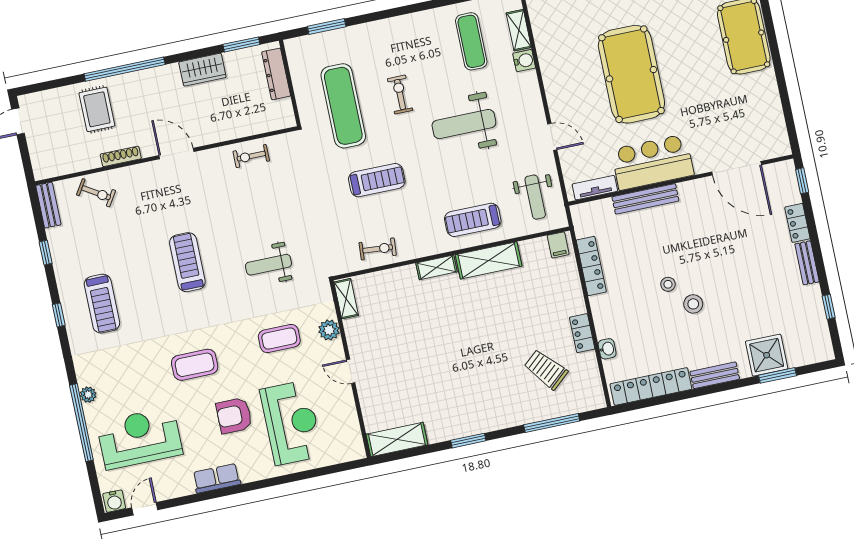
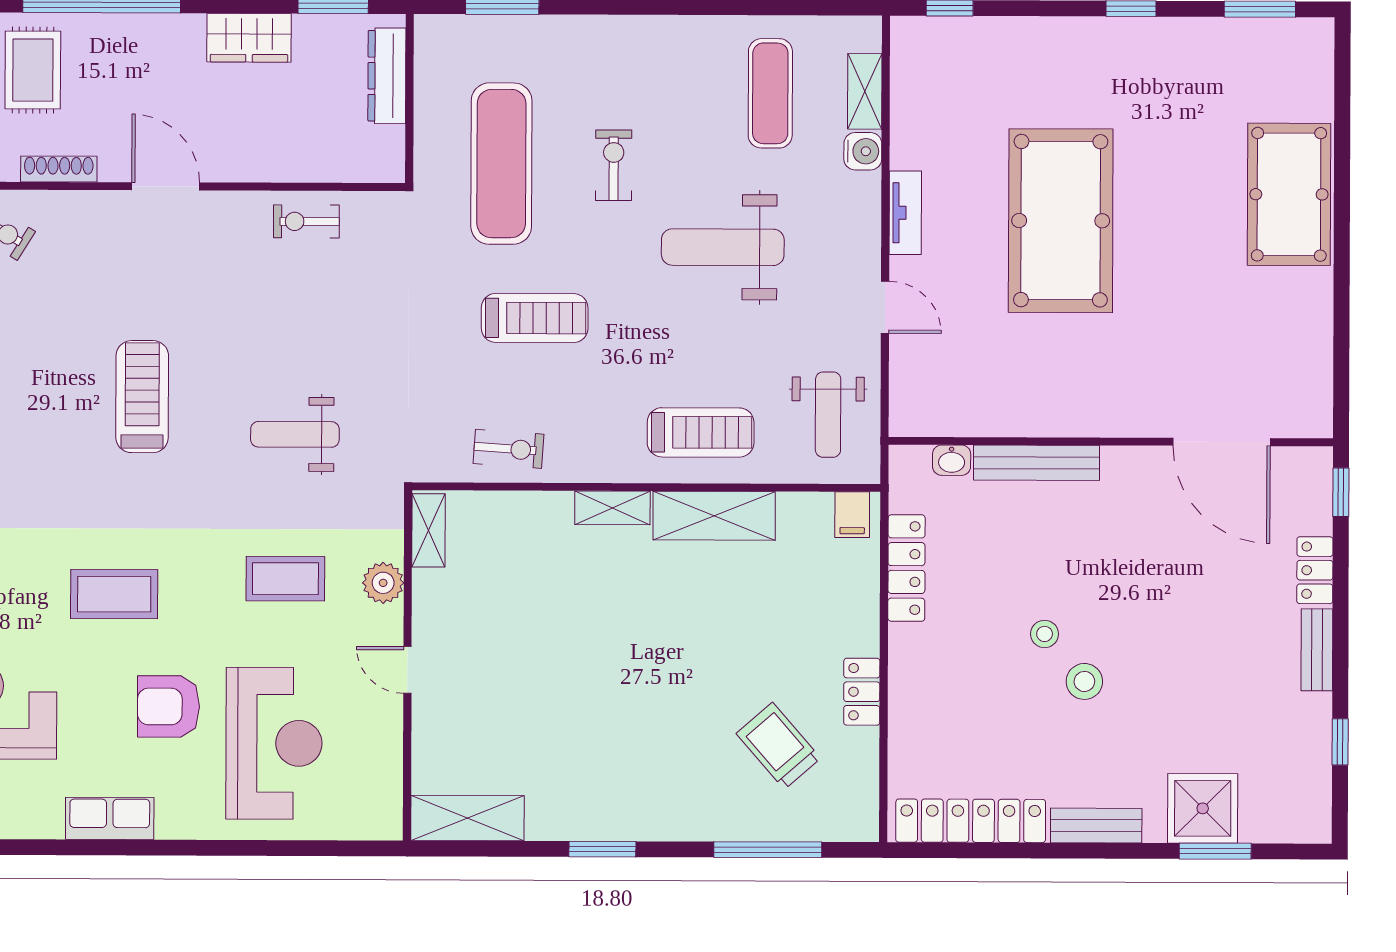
bar counter: (652, 162) -> (1065, 396), removed
tv unit: (595, 188) -> (905, 213), moved, turned 90
treadmill: (473, 220) -> (701, 432), turned 180
washbasin: (607, 349) -> (952, 460), moved, turned 90

